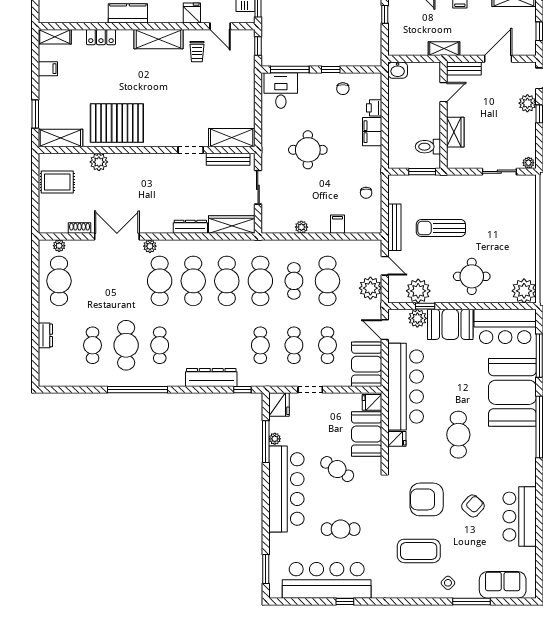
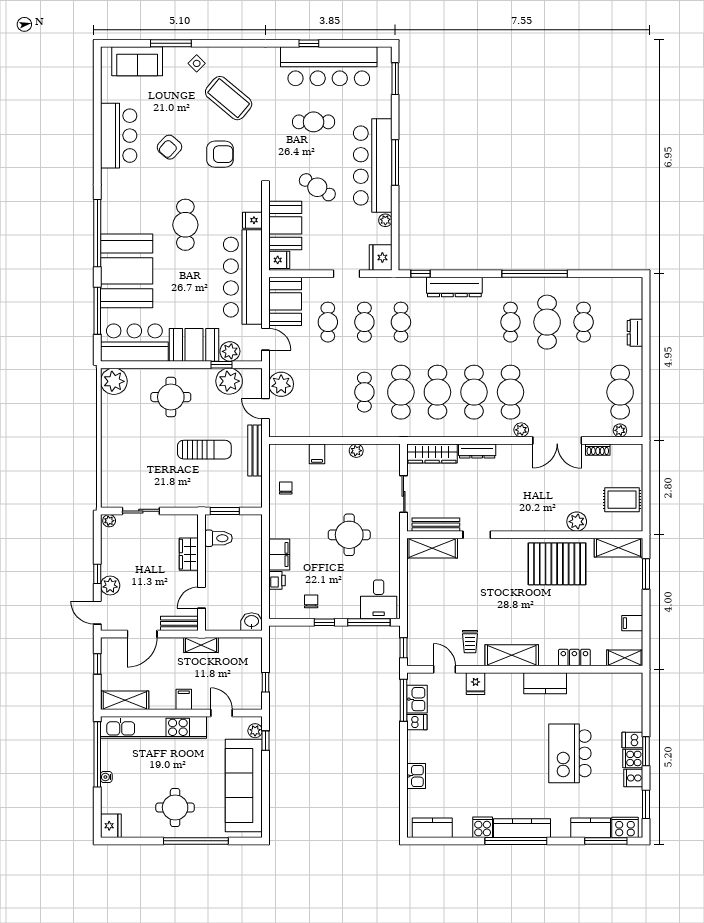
trolley: (197, 52) -> (470, 642), turned 180
cafe table: (327, 281) -> (328, 392), removed
window: (266, 442) -> (395, 163), moved
armchair: (427, 499) -> (220, 154), width x0.73, depth x0.73
coffee table: (419, 551) -> (229, 98), turned 40

